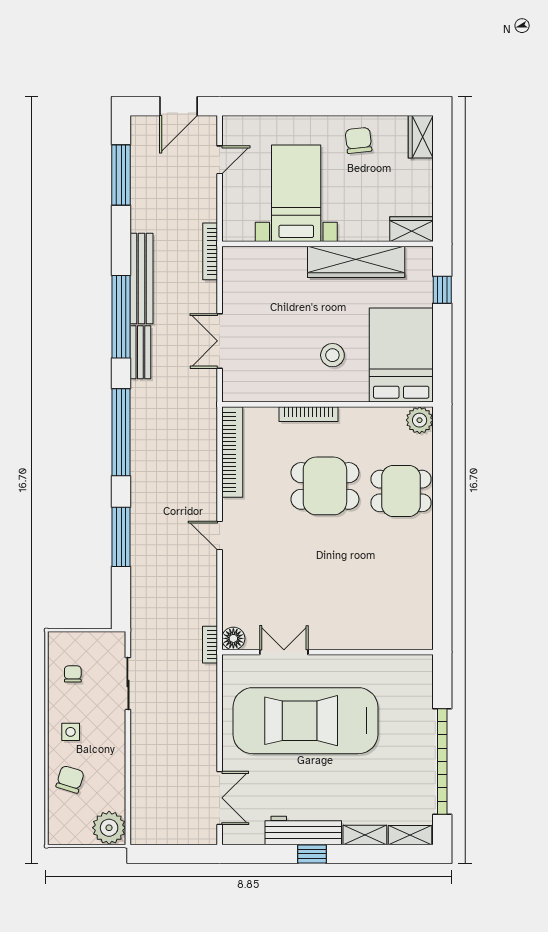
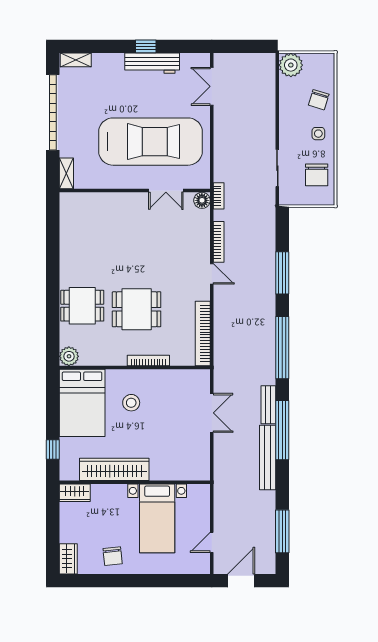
bookcase: (210, 251) -> (219, 242), moved
chair: (73, 674) -> (317, 175), width x1.87, depth x1.87
shelving: (365, 835) -> (66, 173), moved, turned 90

